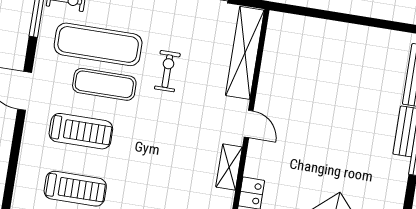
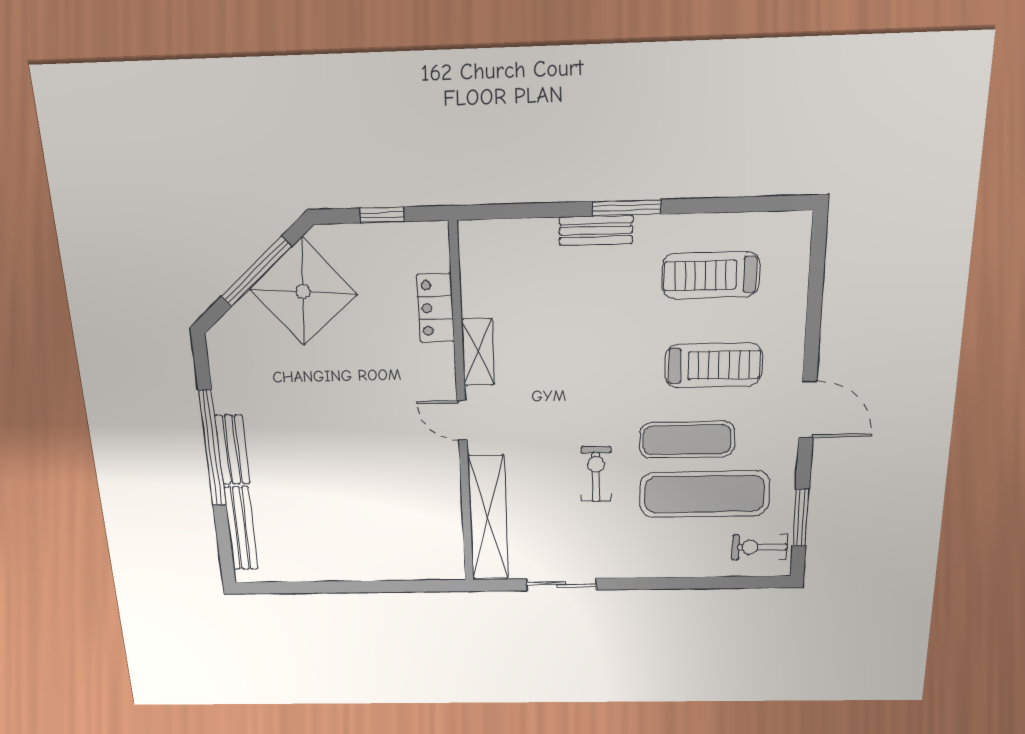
exercise bike: (167, 71) -> (596, 474), turned 180
treadmill: (81, 131) -> (713, 365), turned 180

